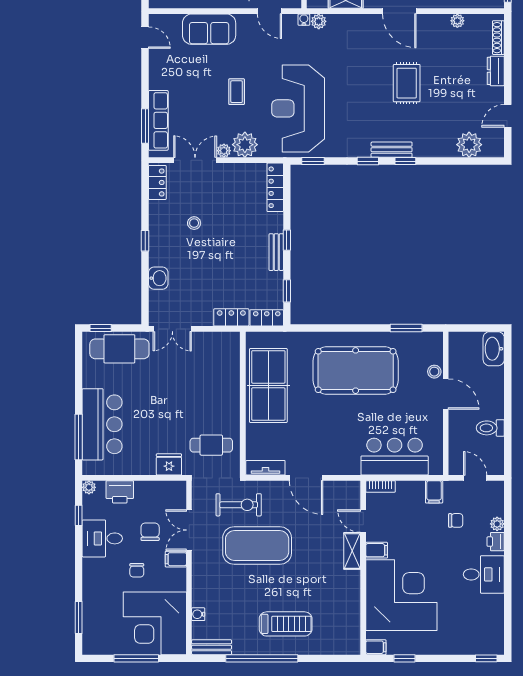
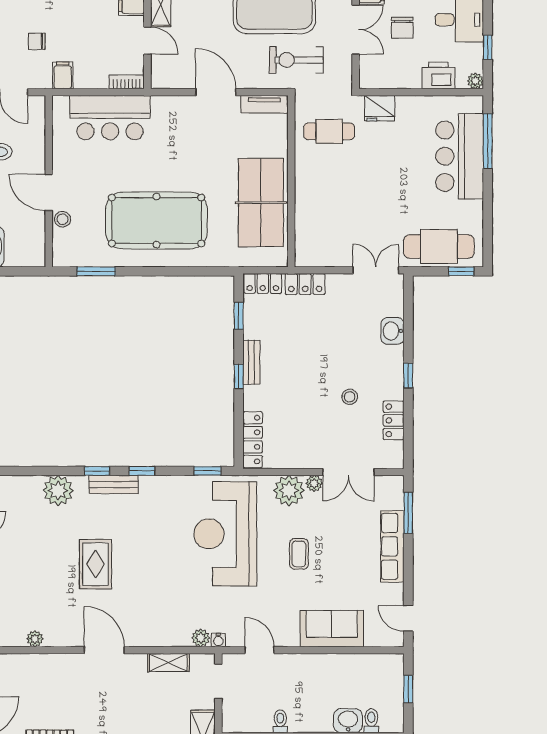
reception desk: (298, 108) -> (225, 534), turned 180
row of seats: (158, 120) -> (392, 546), moved
plant: (469, 145) -> (58, 490), moved
locker: (157, 182) -> (394, 420), moved

